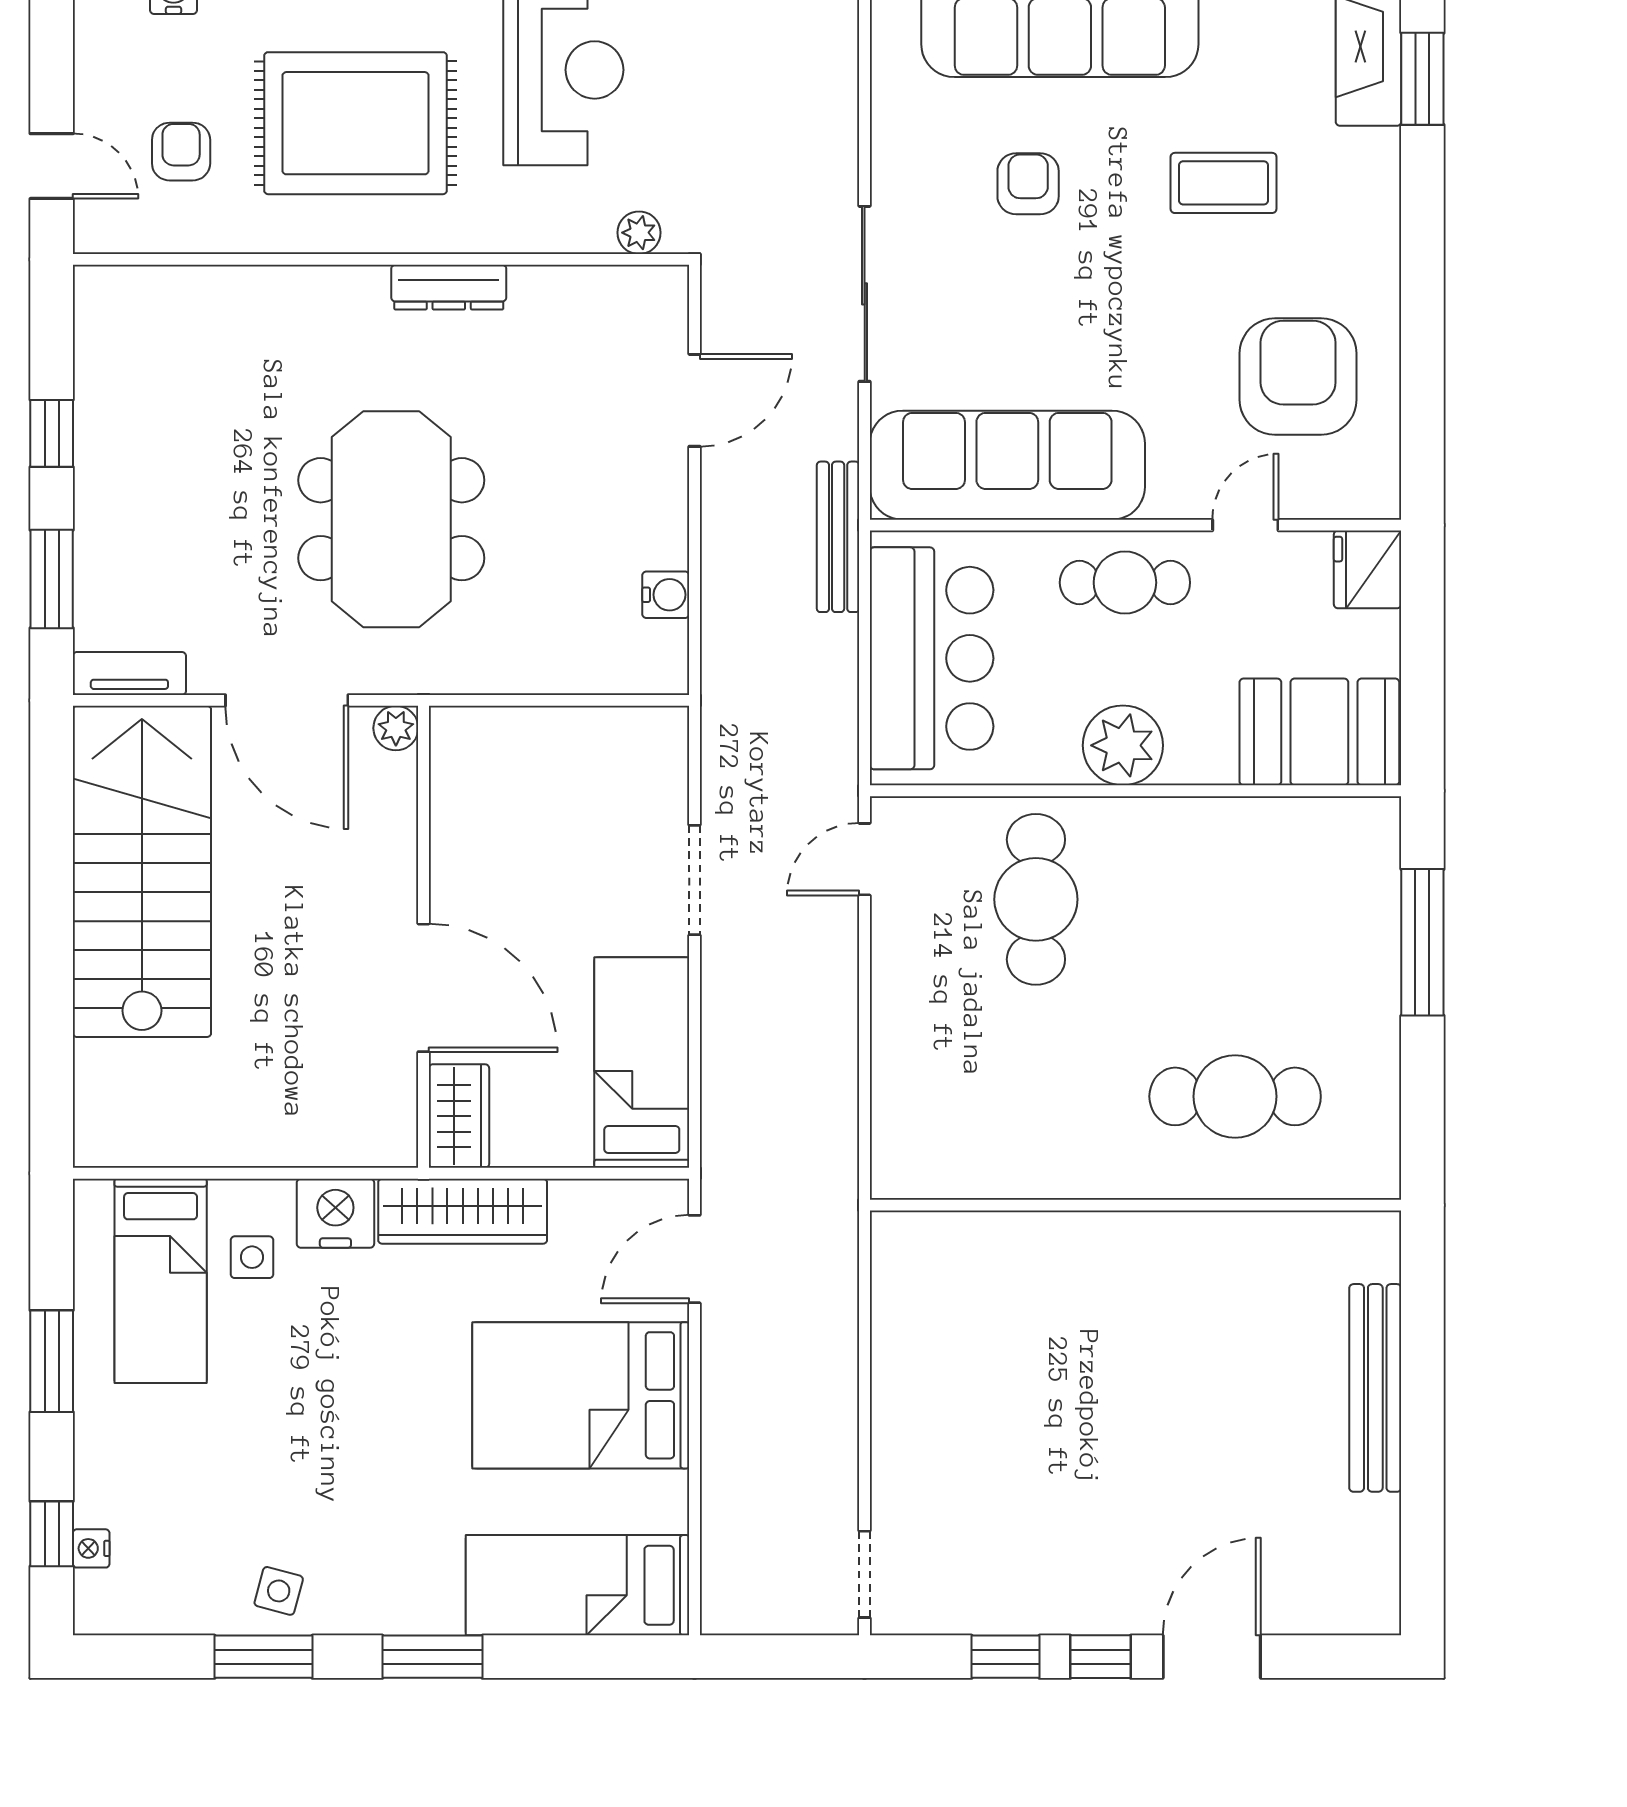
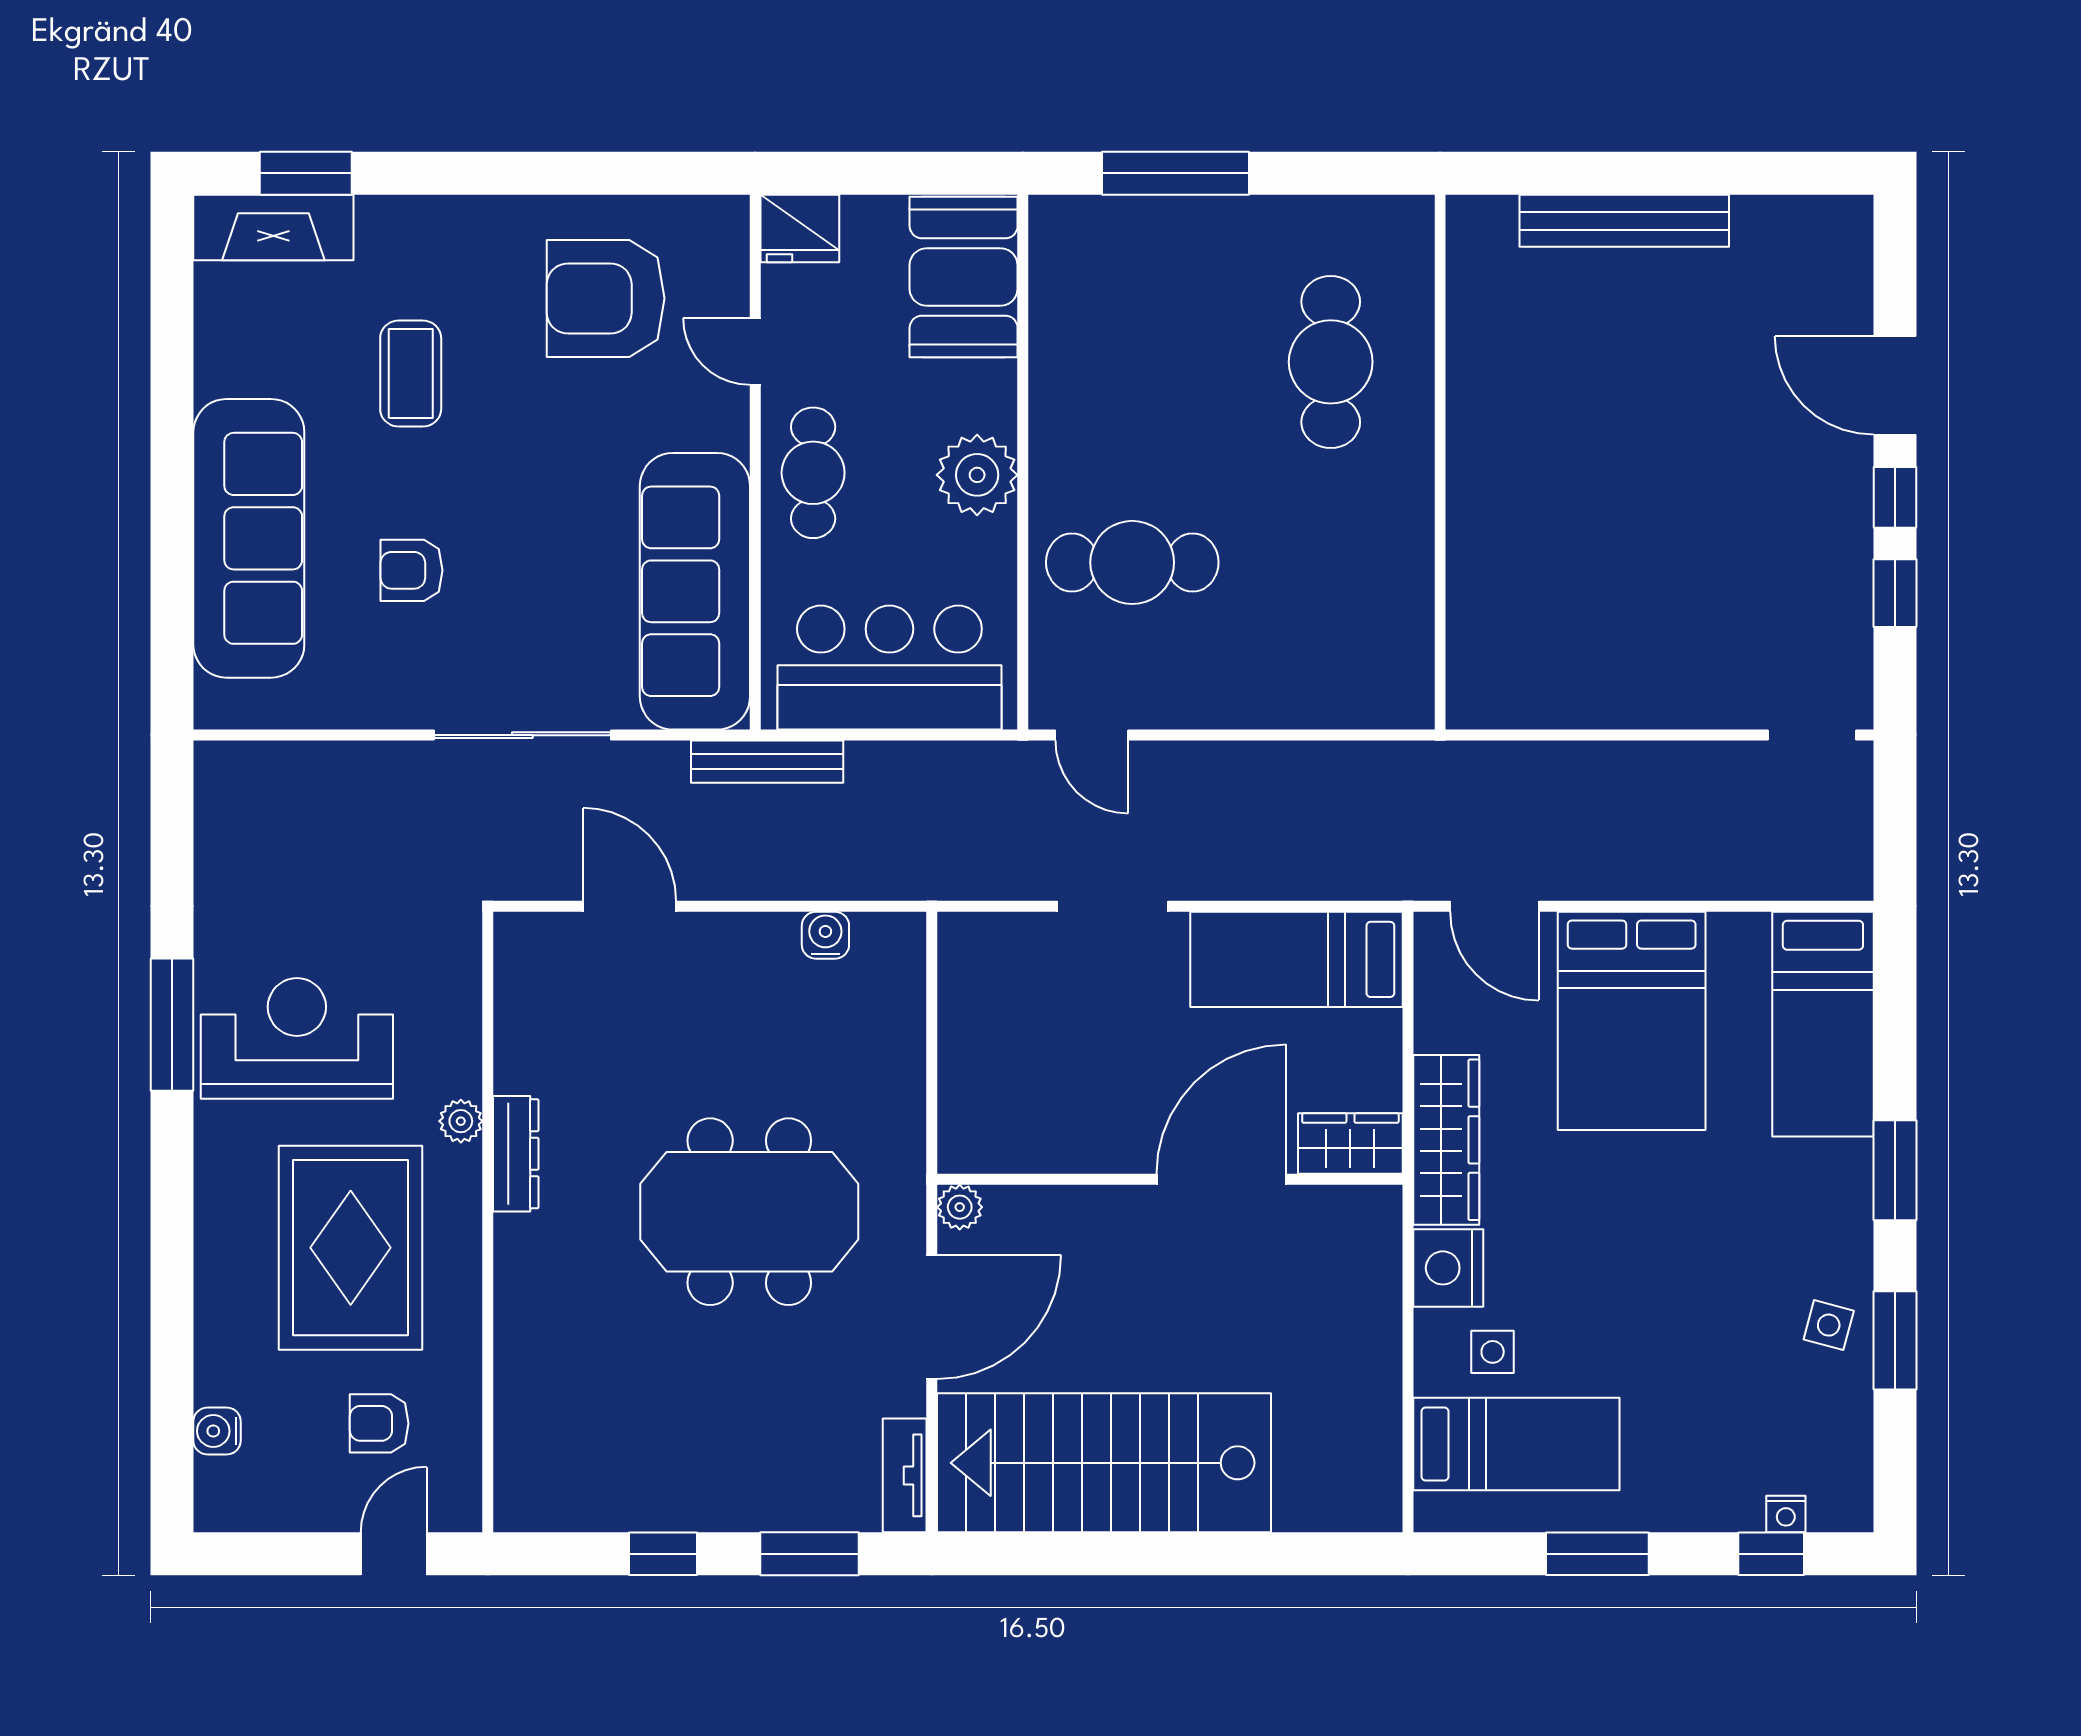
plant: (639, 233) -> (461, 1121), moved

